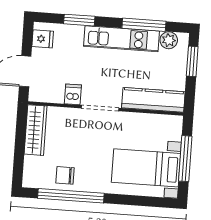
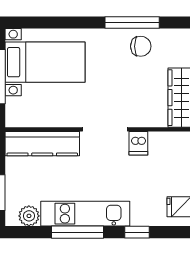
window: (79, 20) -> (137, 232), width x0.67
window: (144, 25) -> (77, 232), moved
window: (71, 196) -> (132, 23), width x0.68

